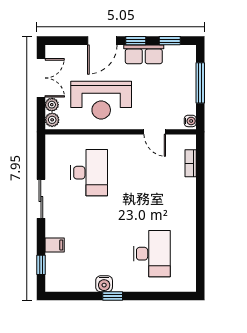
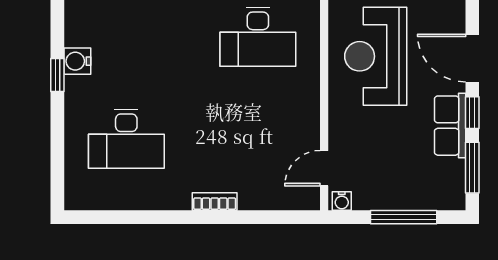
window: (170, 41) -> (472, 168), width x1.50
door: (155, 132) -> (324, 168), moved
bookcase: (191, 163) -> (215, 201), moved

